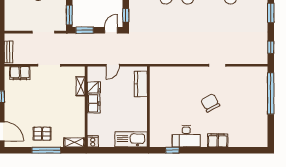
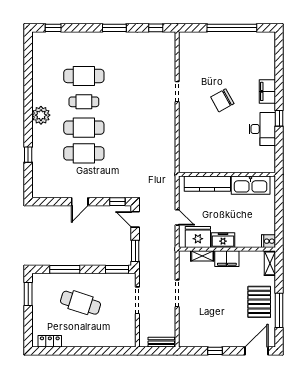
filing cabinet: (20, 73) -> (227, 259), moved, turned 90
kitchen counter: (141, 84) -> (207, 184), width x1.50
fridge: (94, 87) -> (198, 237), width x1.88, depth x1.34
window: (271, 94) -> (232, 28), moved
pallet: (42, 134) -> (259, 302), width x1.50, depth x1.42
kitchen sink: (131, 139) -> (251, 185), moved, turned -90
window: (46, 150) -> (279, 310), moved
window: (172, 150) -> (279, 118), moved

